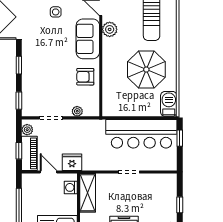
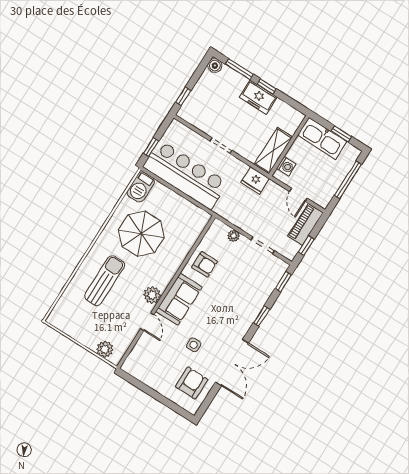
plant: (27, 130) -> (293, 249), removed
window: (19, 151) -> (306, 246), moved
fridge: (72, 162) -> (255, 180), moved
window: (180, 205) -> (183, 96), moved

